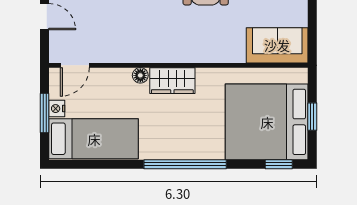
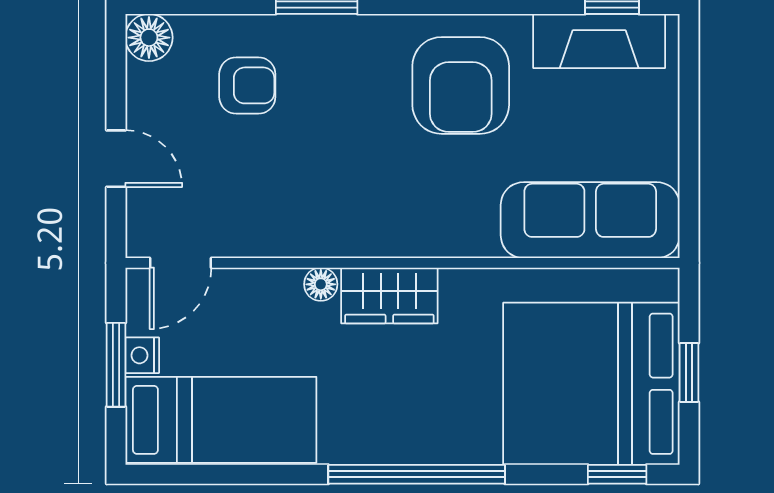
sofa: (277, 45) -> (590, 220), width x1.36

